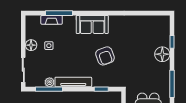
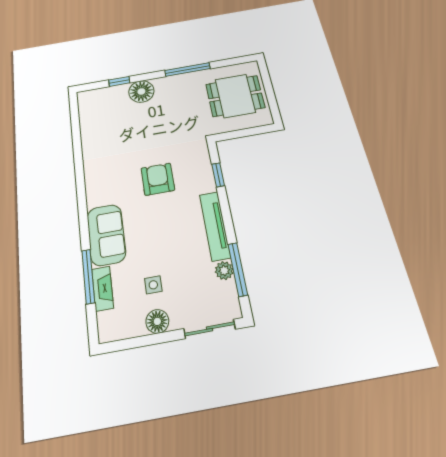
sofa: (92, 24) -> (106, 235), moved
armchair: (105, 56) -> (158, 179), turned -70

